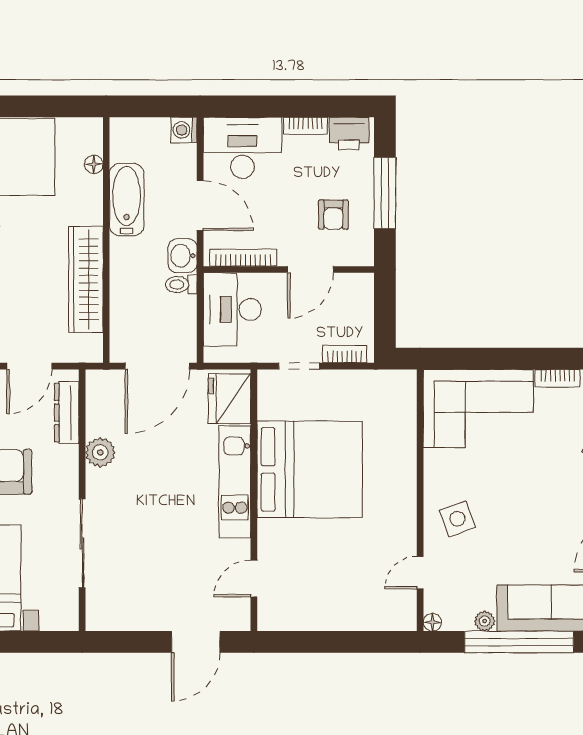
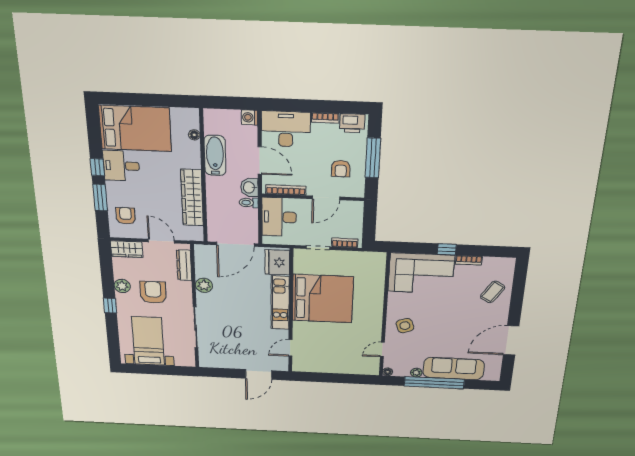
window: (518, 359) -> (447, 249), added
door: (29, 366) -> (161, 241), swing flipped

